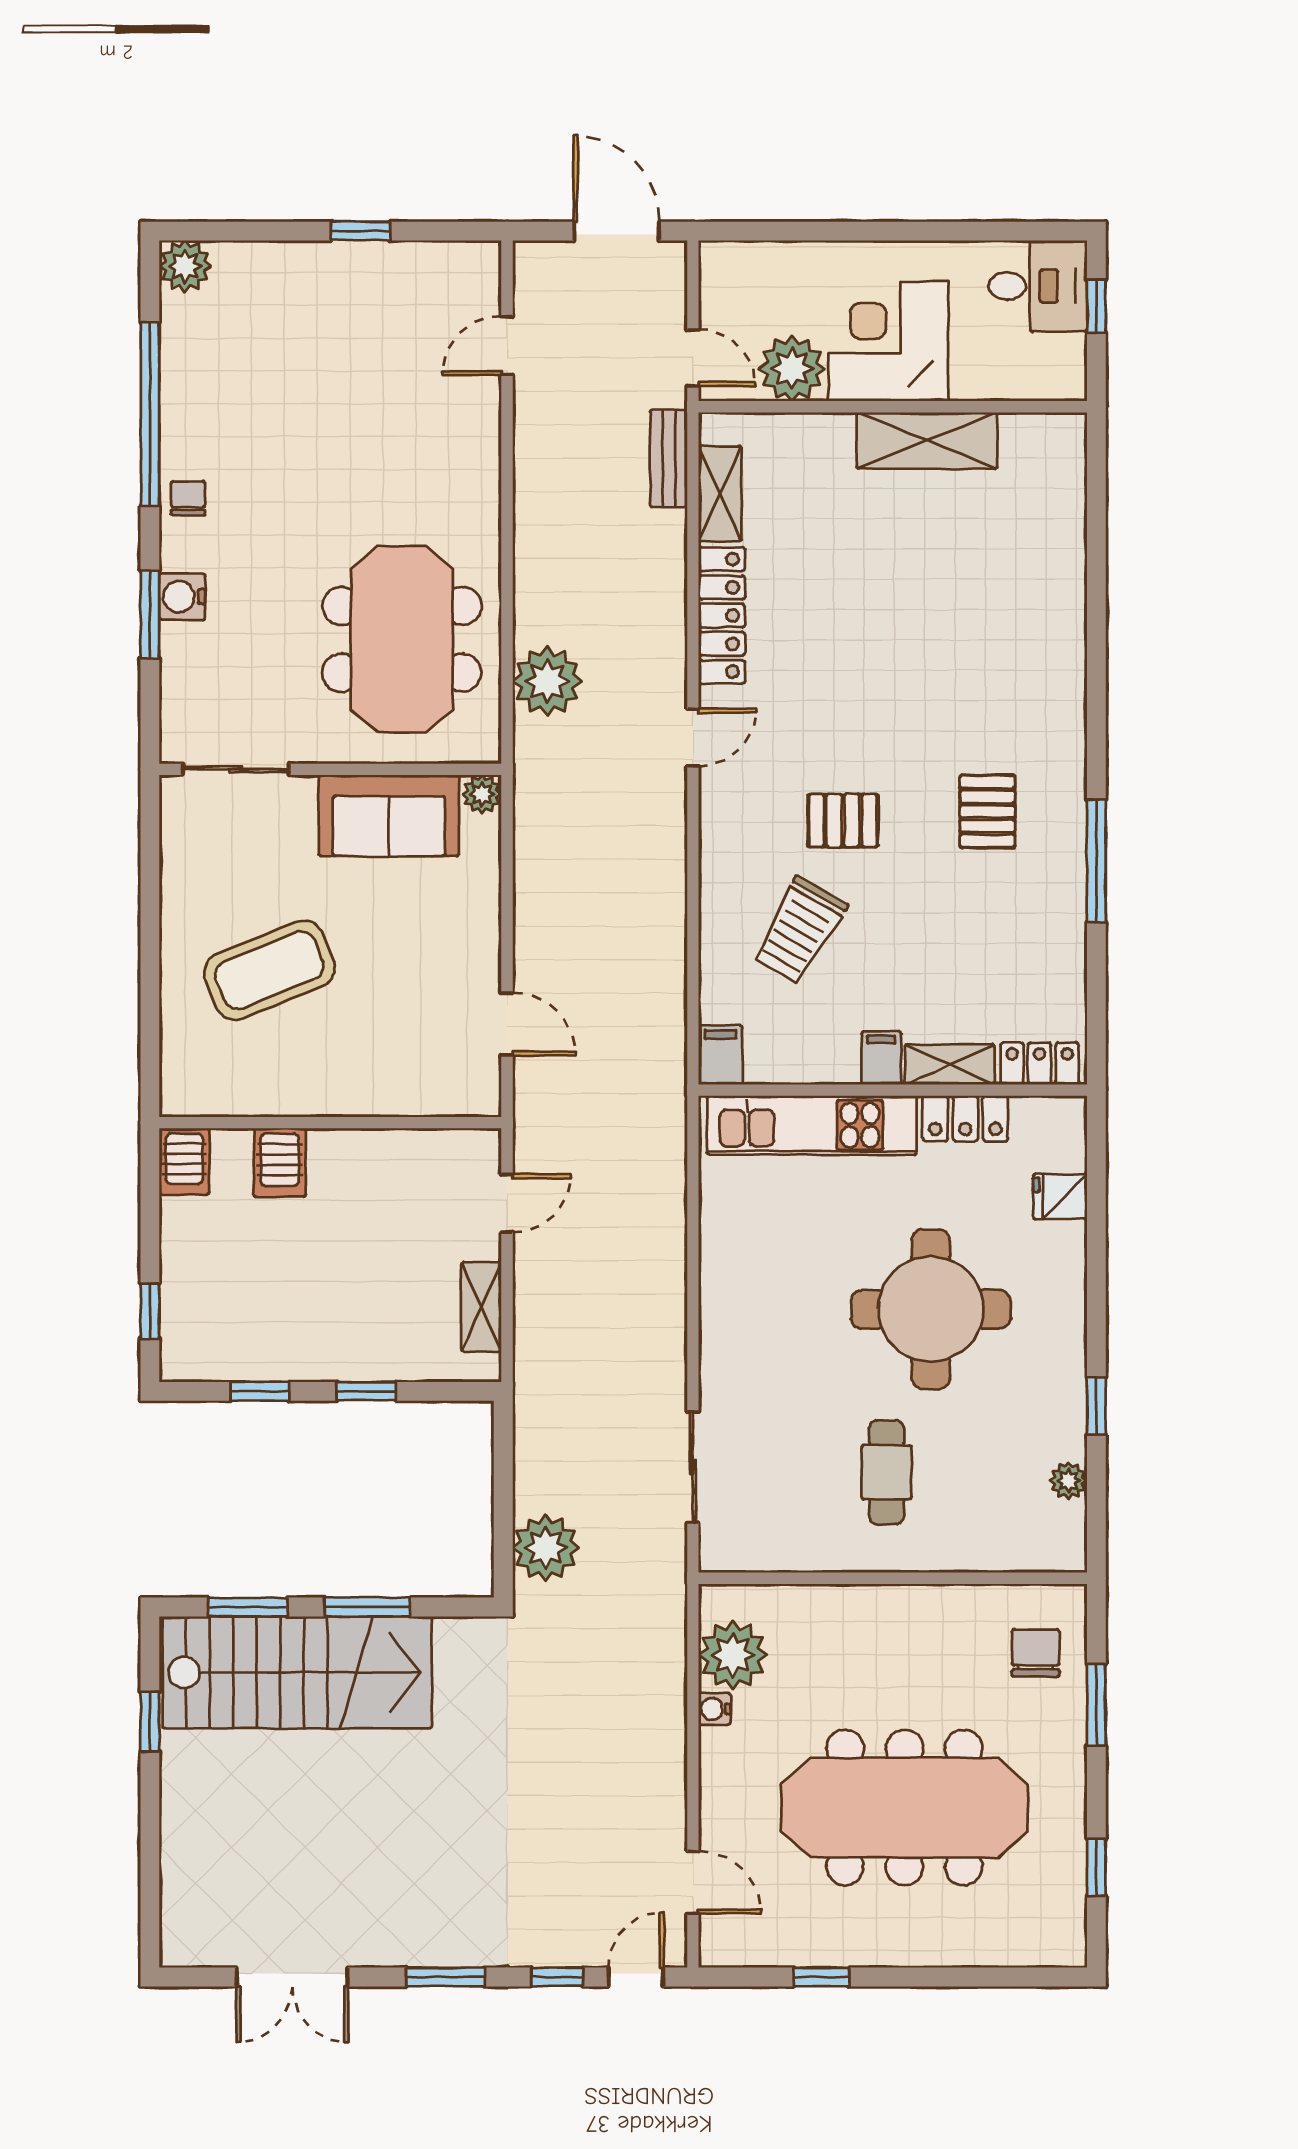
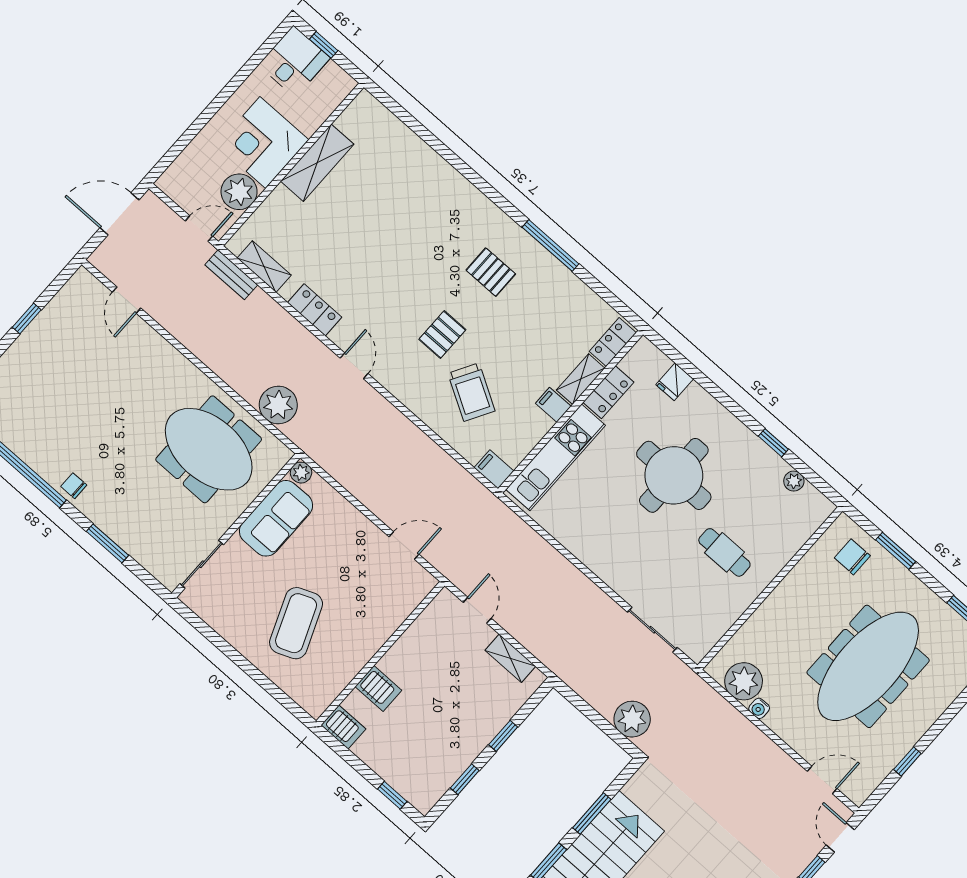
water cooler: (182, 597) -> (112, 524), removed
locker: (722, 616) -> (315, 310), width x0.66

